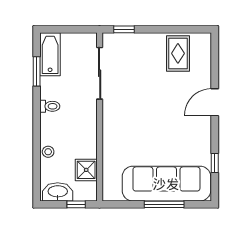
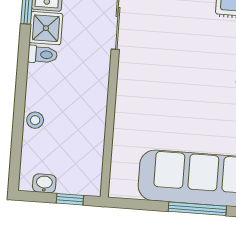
shower: (86, 170) -> (46, 28), moved
washbasin: (58, 192) -> (44, 183), width x0.52, depth x0.69

